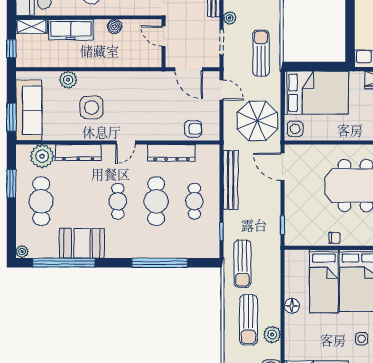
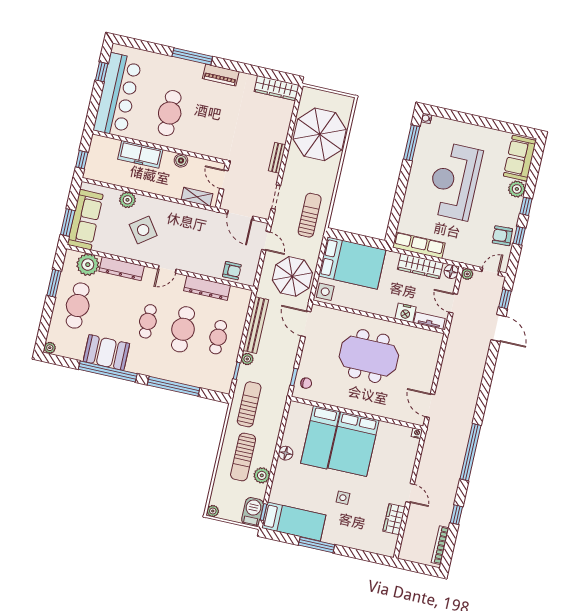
plant: (230, 18) -> (247, 359), moved
shelving: (32, 26) -> (197, 197), moved
side table: (92, 107) -> (143, 230), turned -36
chair: (335, 238) -> (306, 383), moved
window: (64, 263) -> (108, 371), moved
sun lounger: (242, 264) -> (249, 404), turned 180

